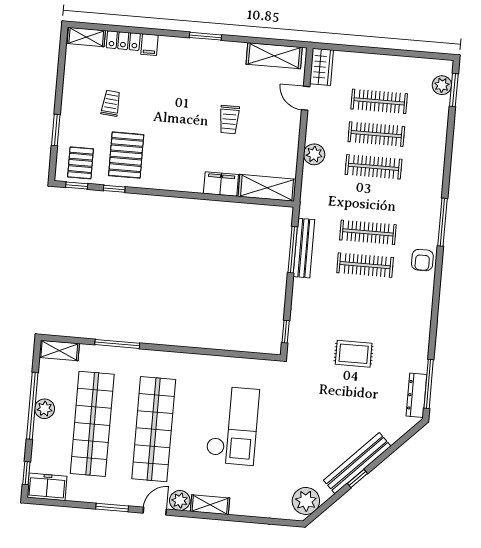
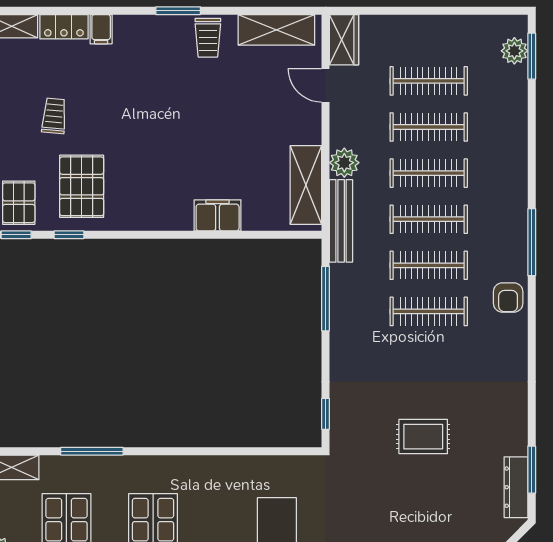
trolley: (229, 120) -> (208, 38), moved
shelving: (267, 188) -> (306, 185), moved, turned 90
clothes rail: (371, 200) -> (429, 219), added
bench: (304, 248) -> (341, 221), moved
window: (429, 384) -> (532, 470), width x0.69

